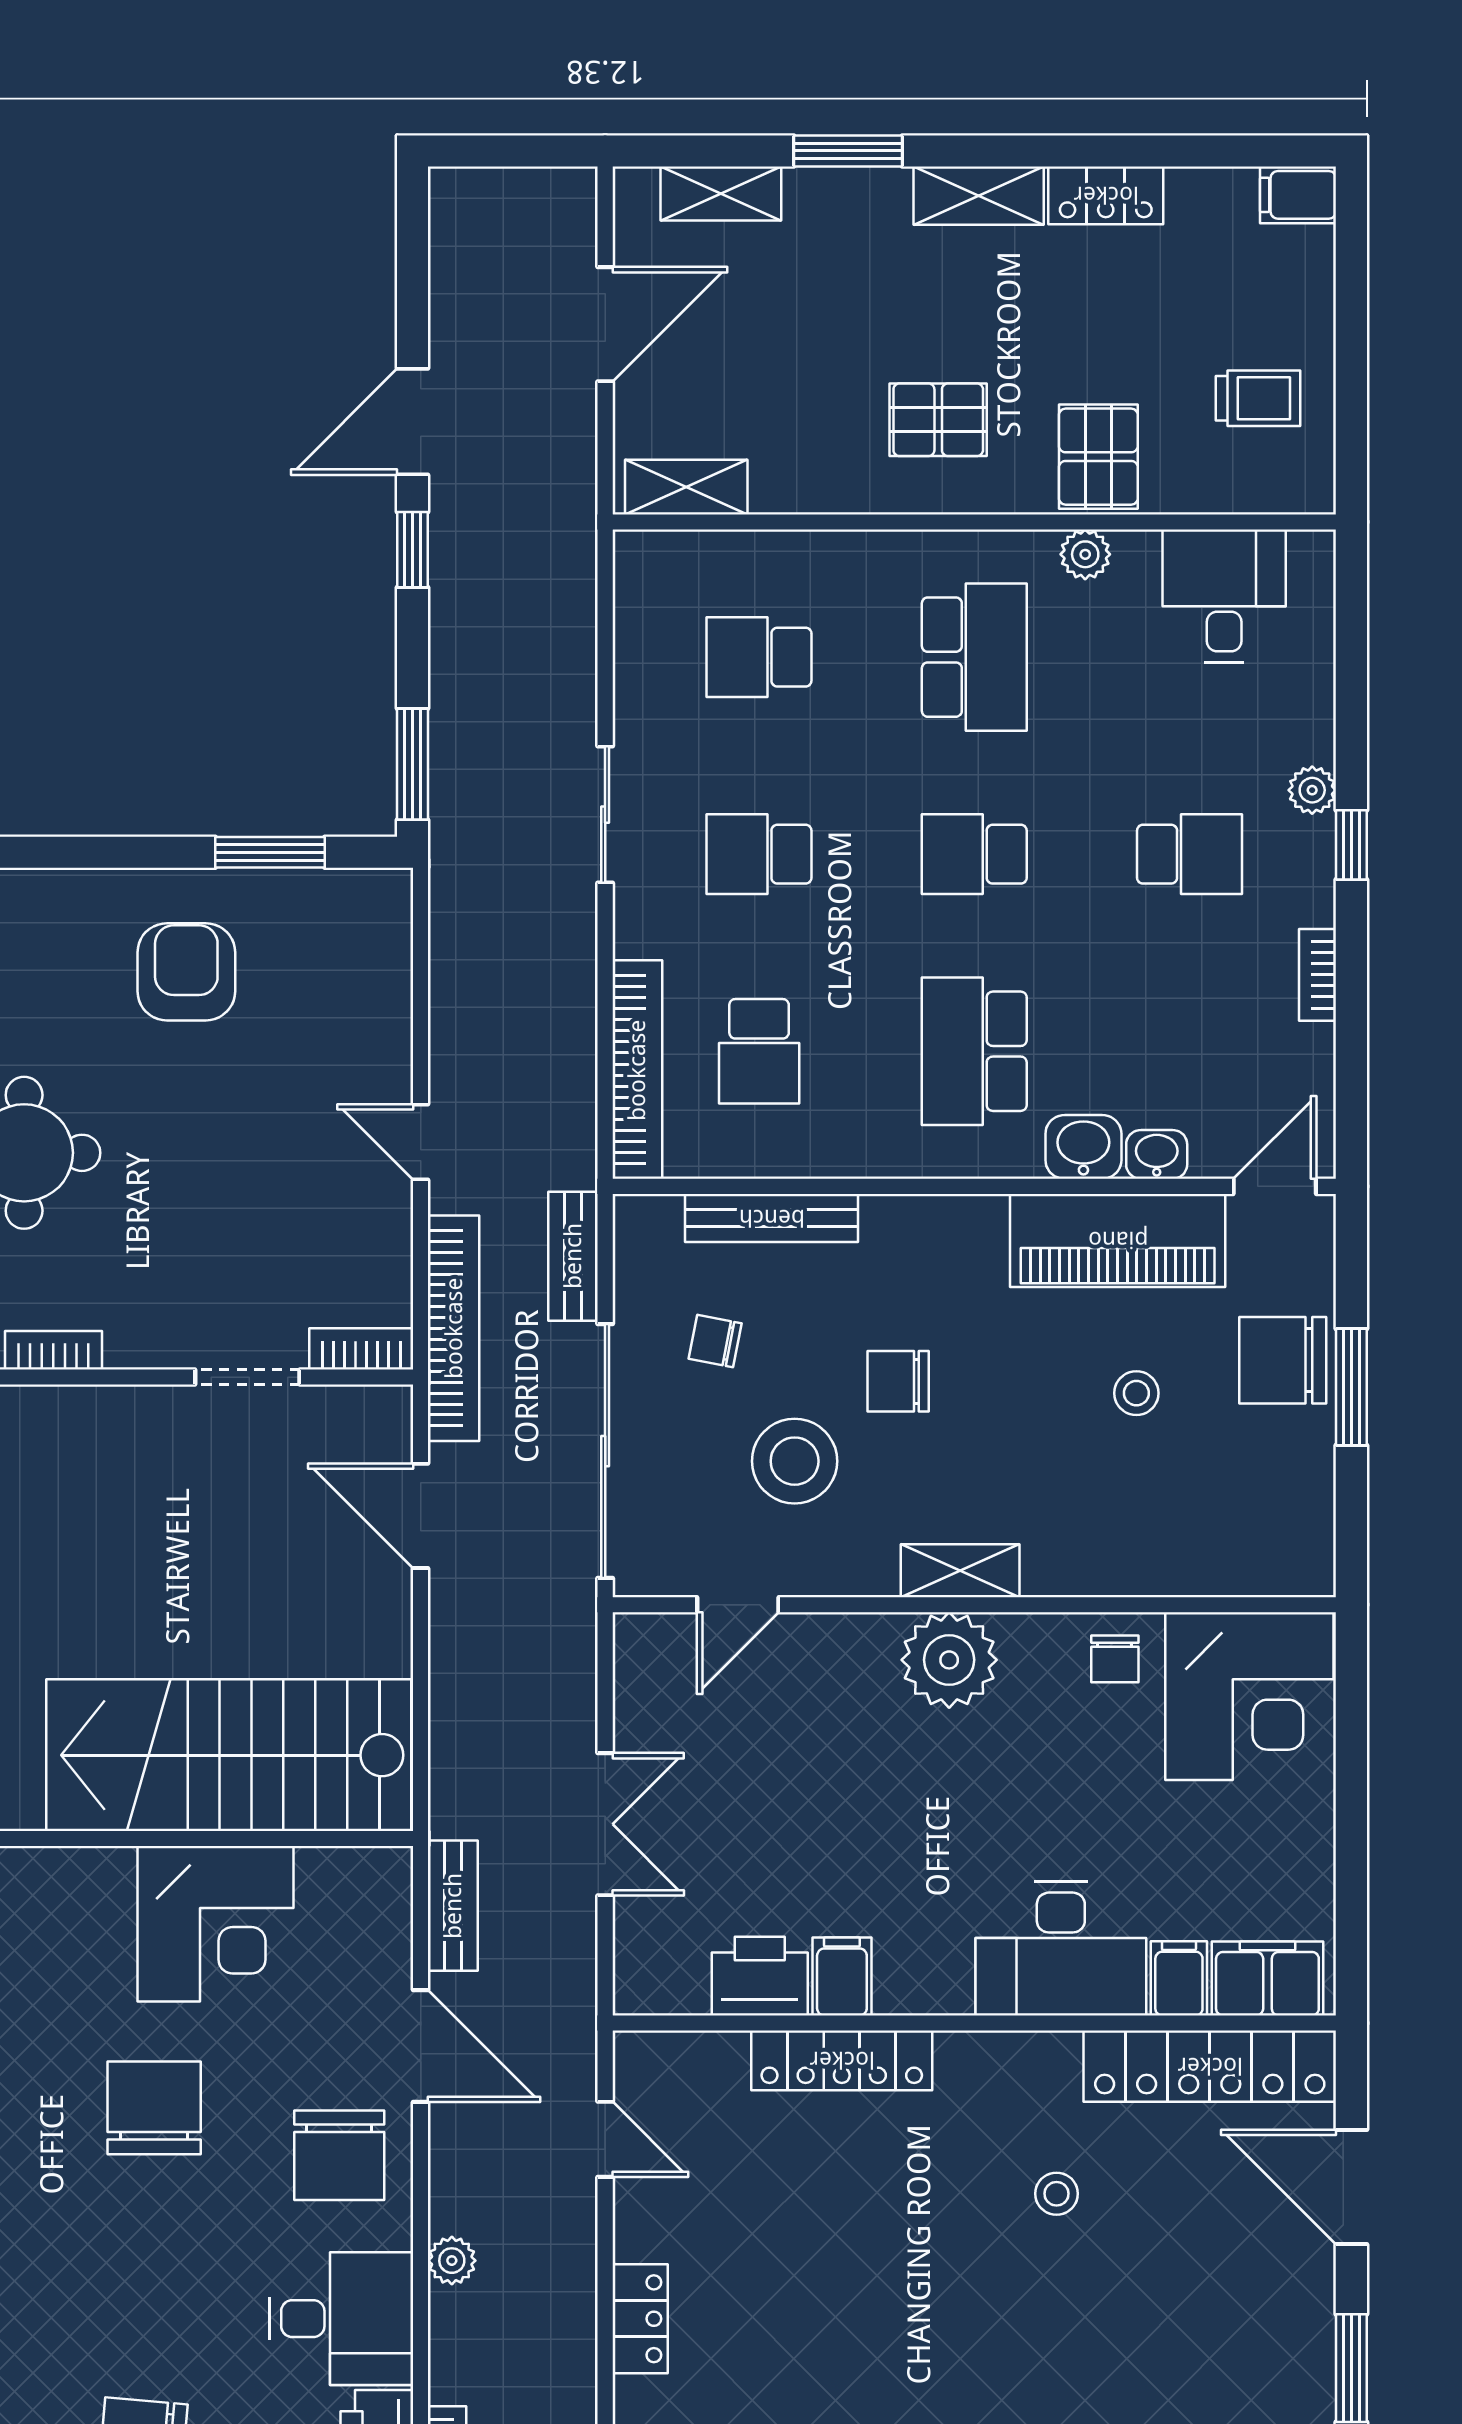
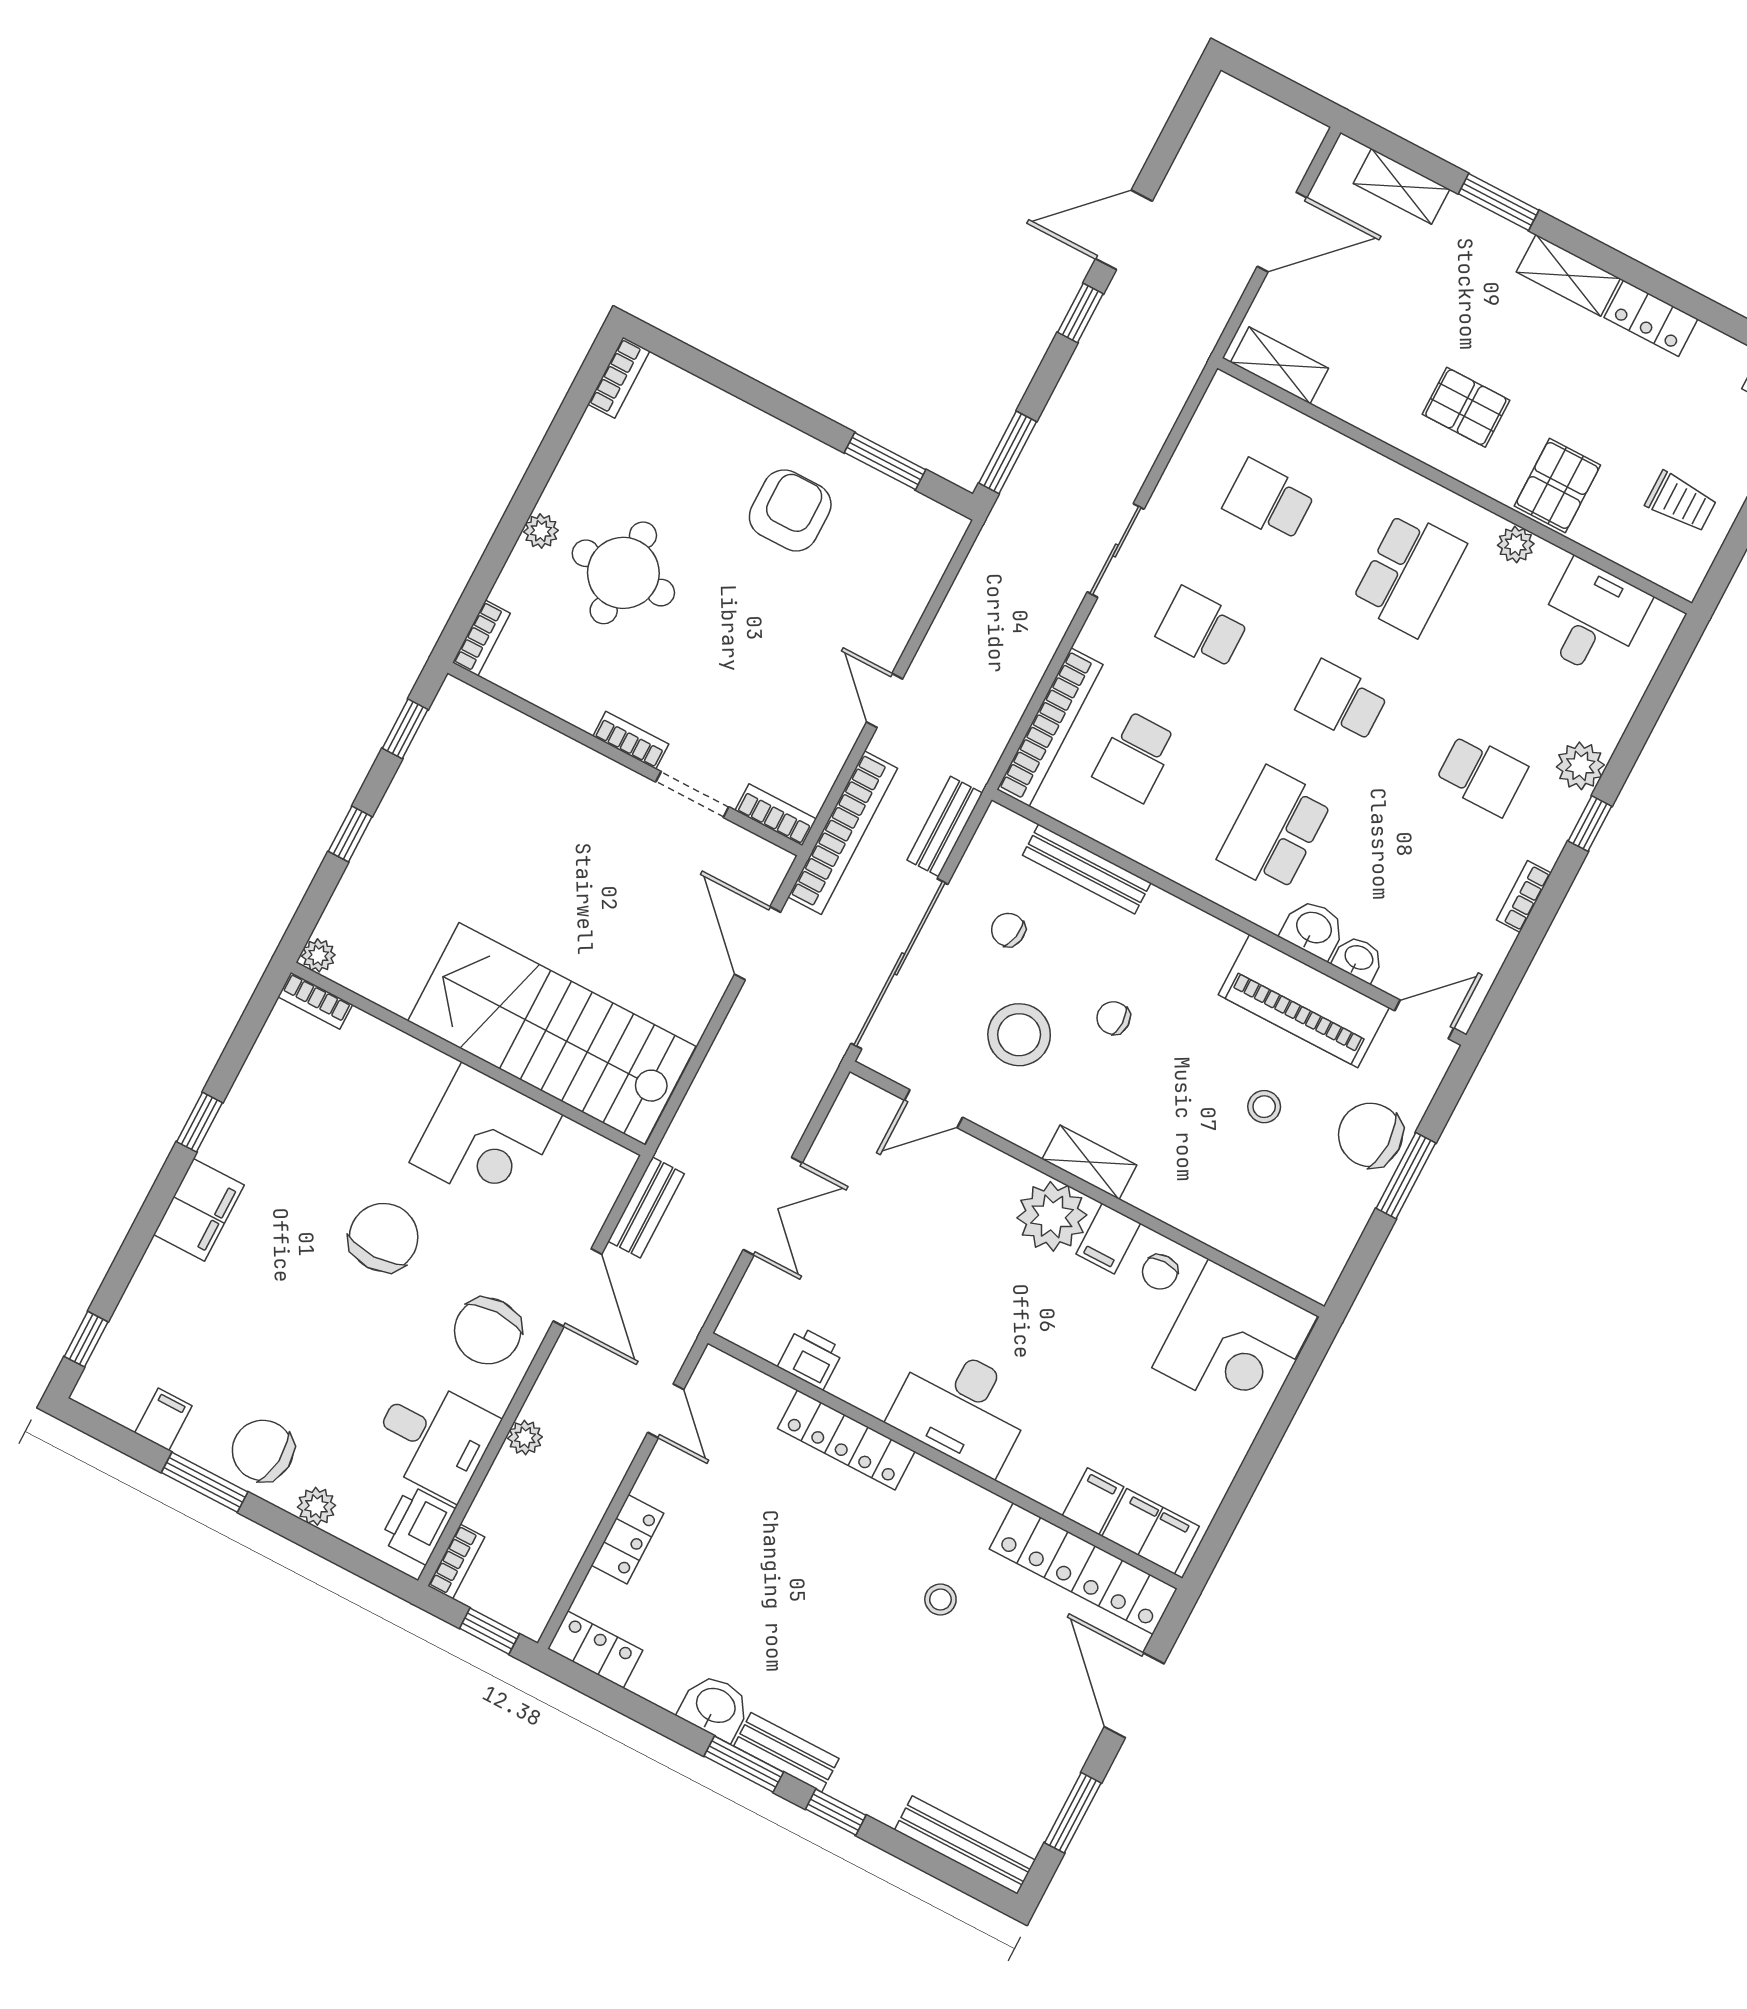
plant: (1312, 790) -> (1580, 766), width x1.38, depth x1.38
bookcase: (53, 1350) -> (631, 740), moved
chair: (898, 1381) -> (1113, 1018), width x0.73, depth x0.73
desk: (1061, 1949) -> (962, 1408), moved
printer: (760, 1976) -> (811, 1358), width x0.73, depth x0.81
filing cabinet: (842, 1976) -> (1108, 1239), moved, turned 180

